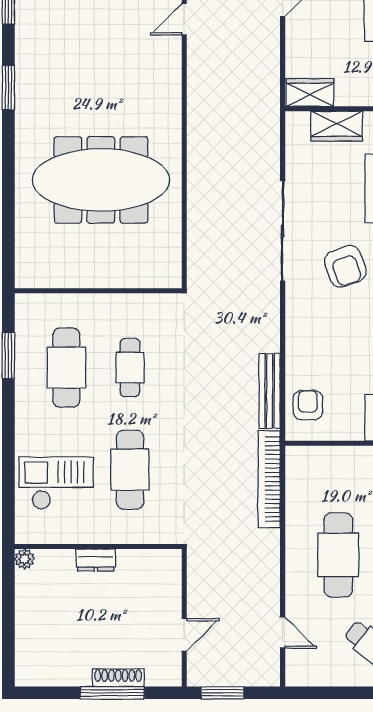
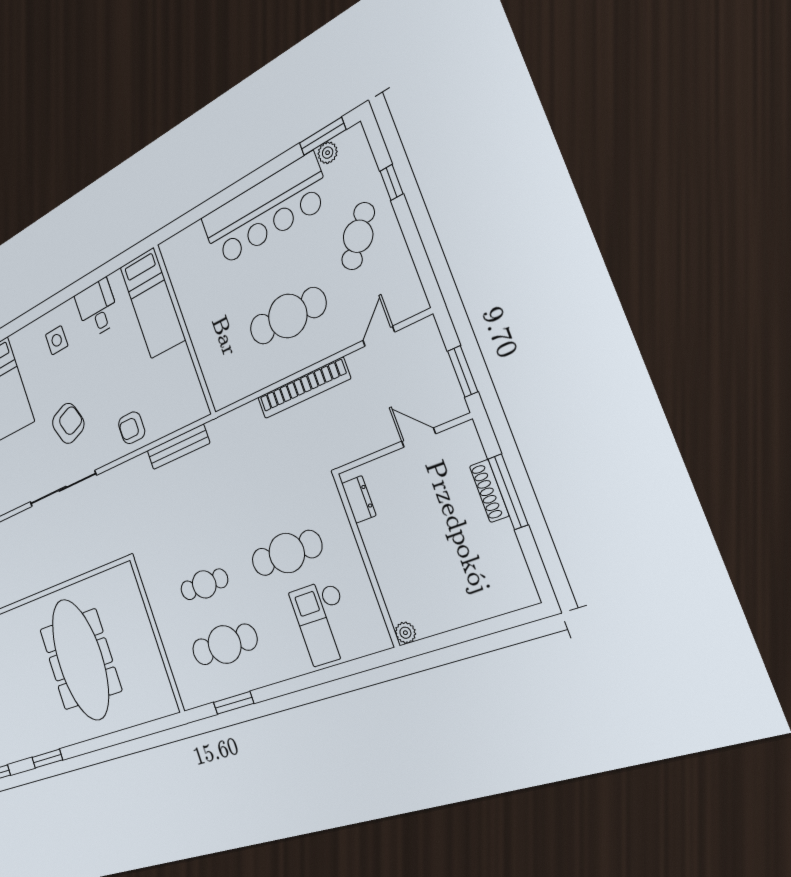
armchair: (308, 405) -> (132, 428), moved
bookcase: (269, 479) -> (303, 388), moved
dresser: (96, 560) -> (359, 499), moved

